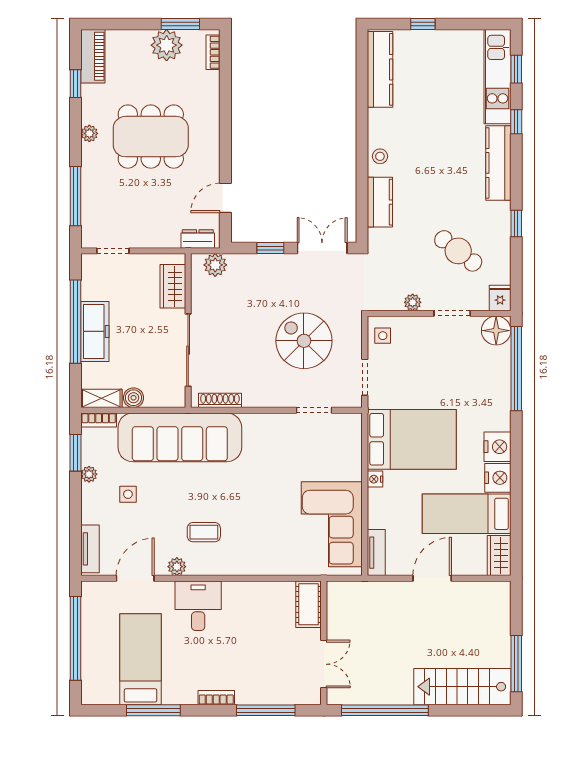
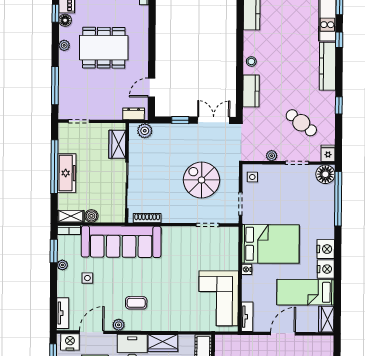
floor lamp: (90, 94) -> (65, 20), added
nightstand: (102, 594) -> (70, 342), added
wardrobe: (246, 594) -> (163, 343), added

